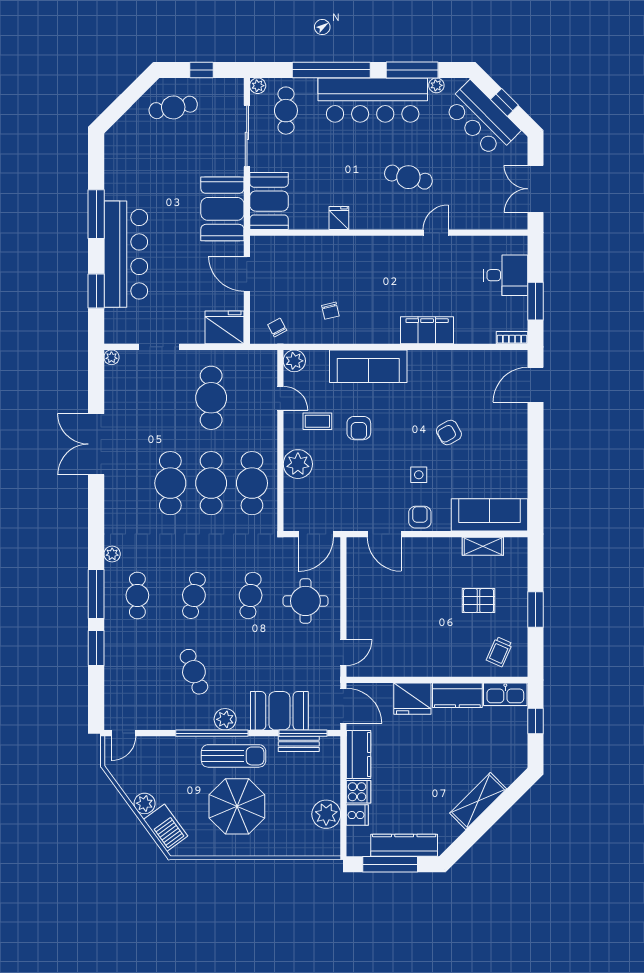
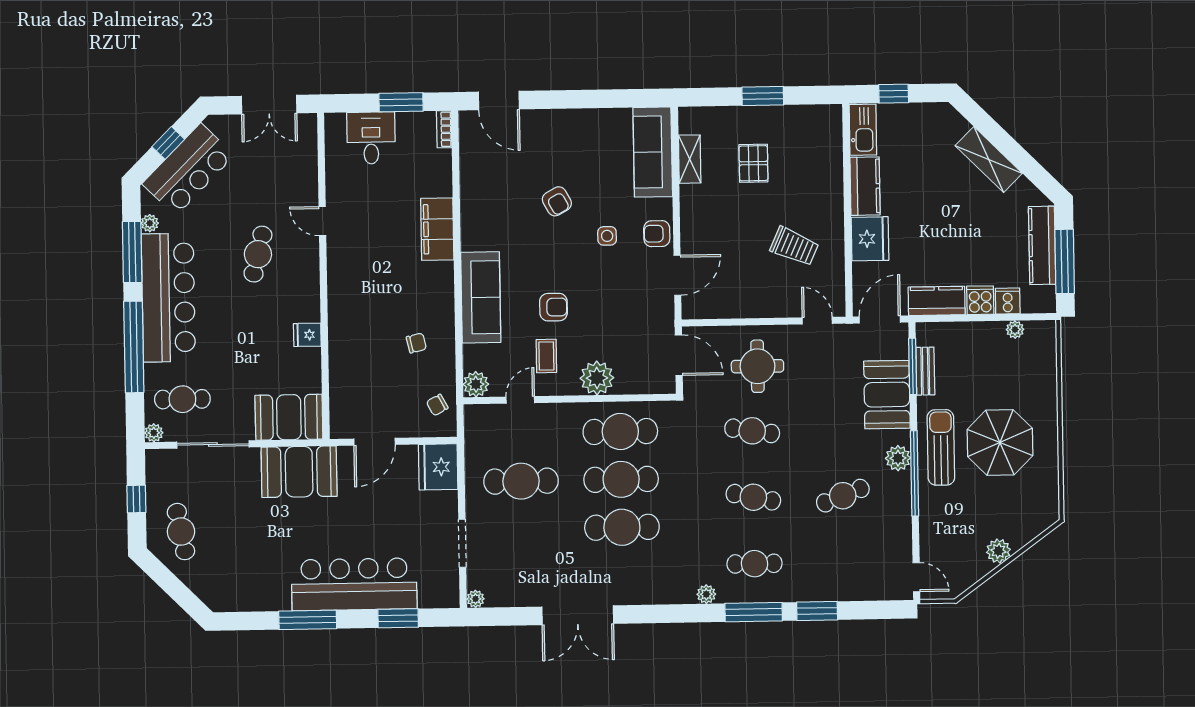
trolley: (499, 652) -> (794, 246), moved, width x1.36, depth x1.39
plant: (326, 814) -> (1015, 330), width x0.53, depth x0.53
barbecue: (166, 828) -> (1026, 526), removed

